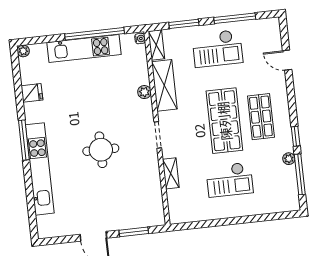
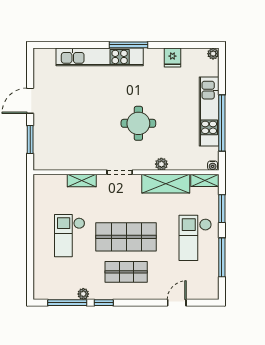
round table: (101, 150) -> (138, 123), moved

